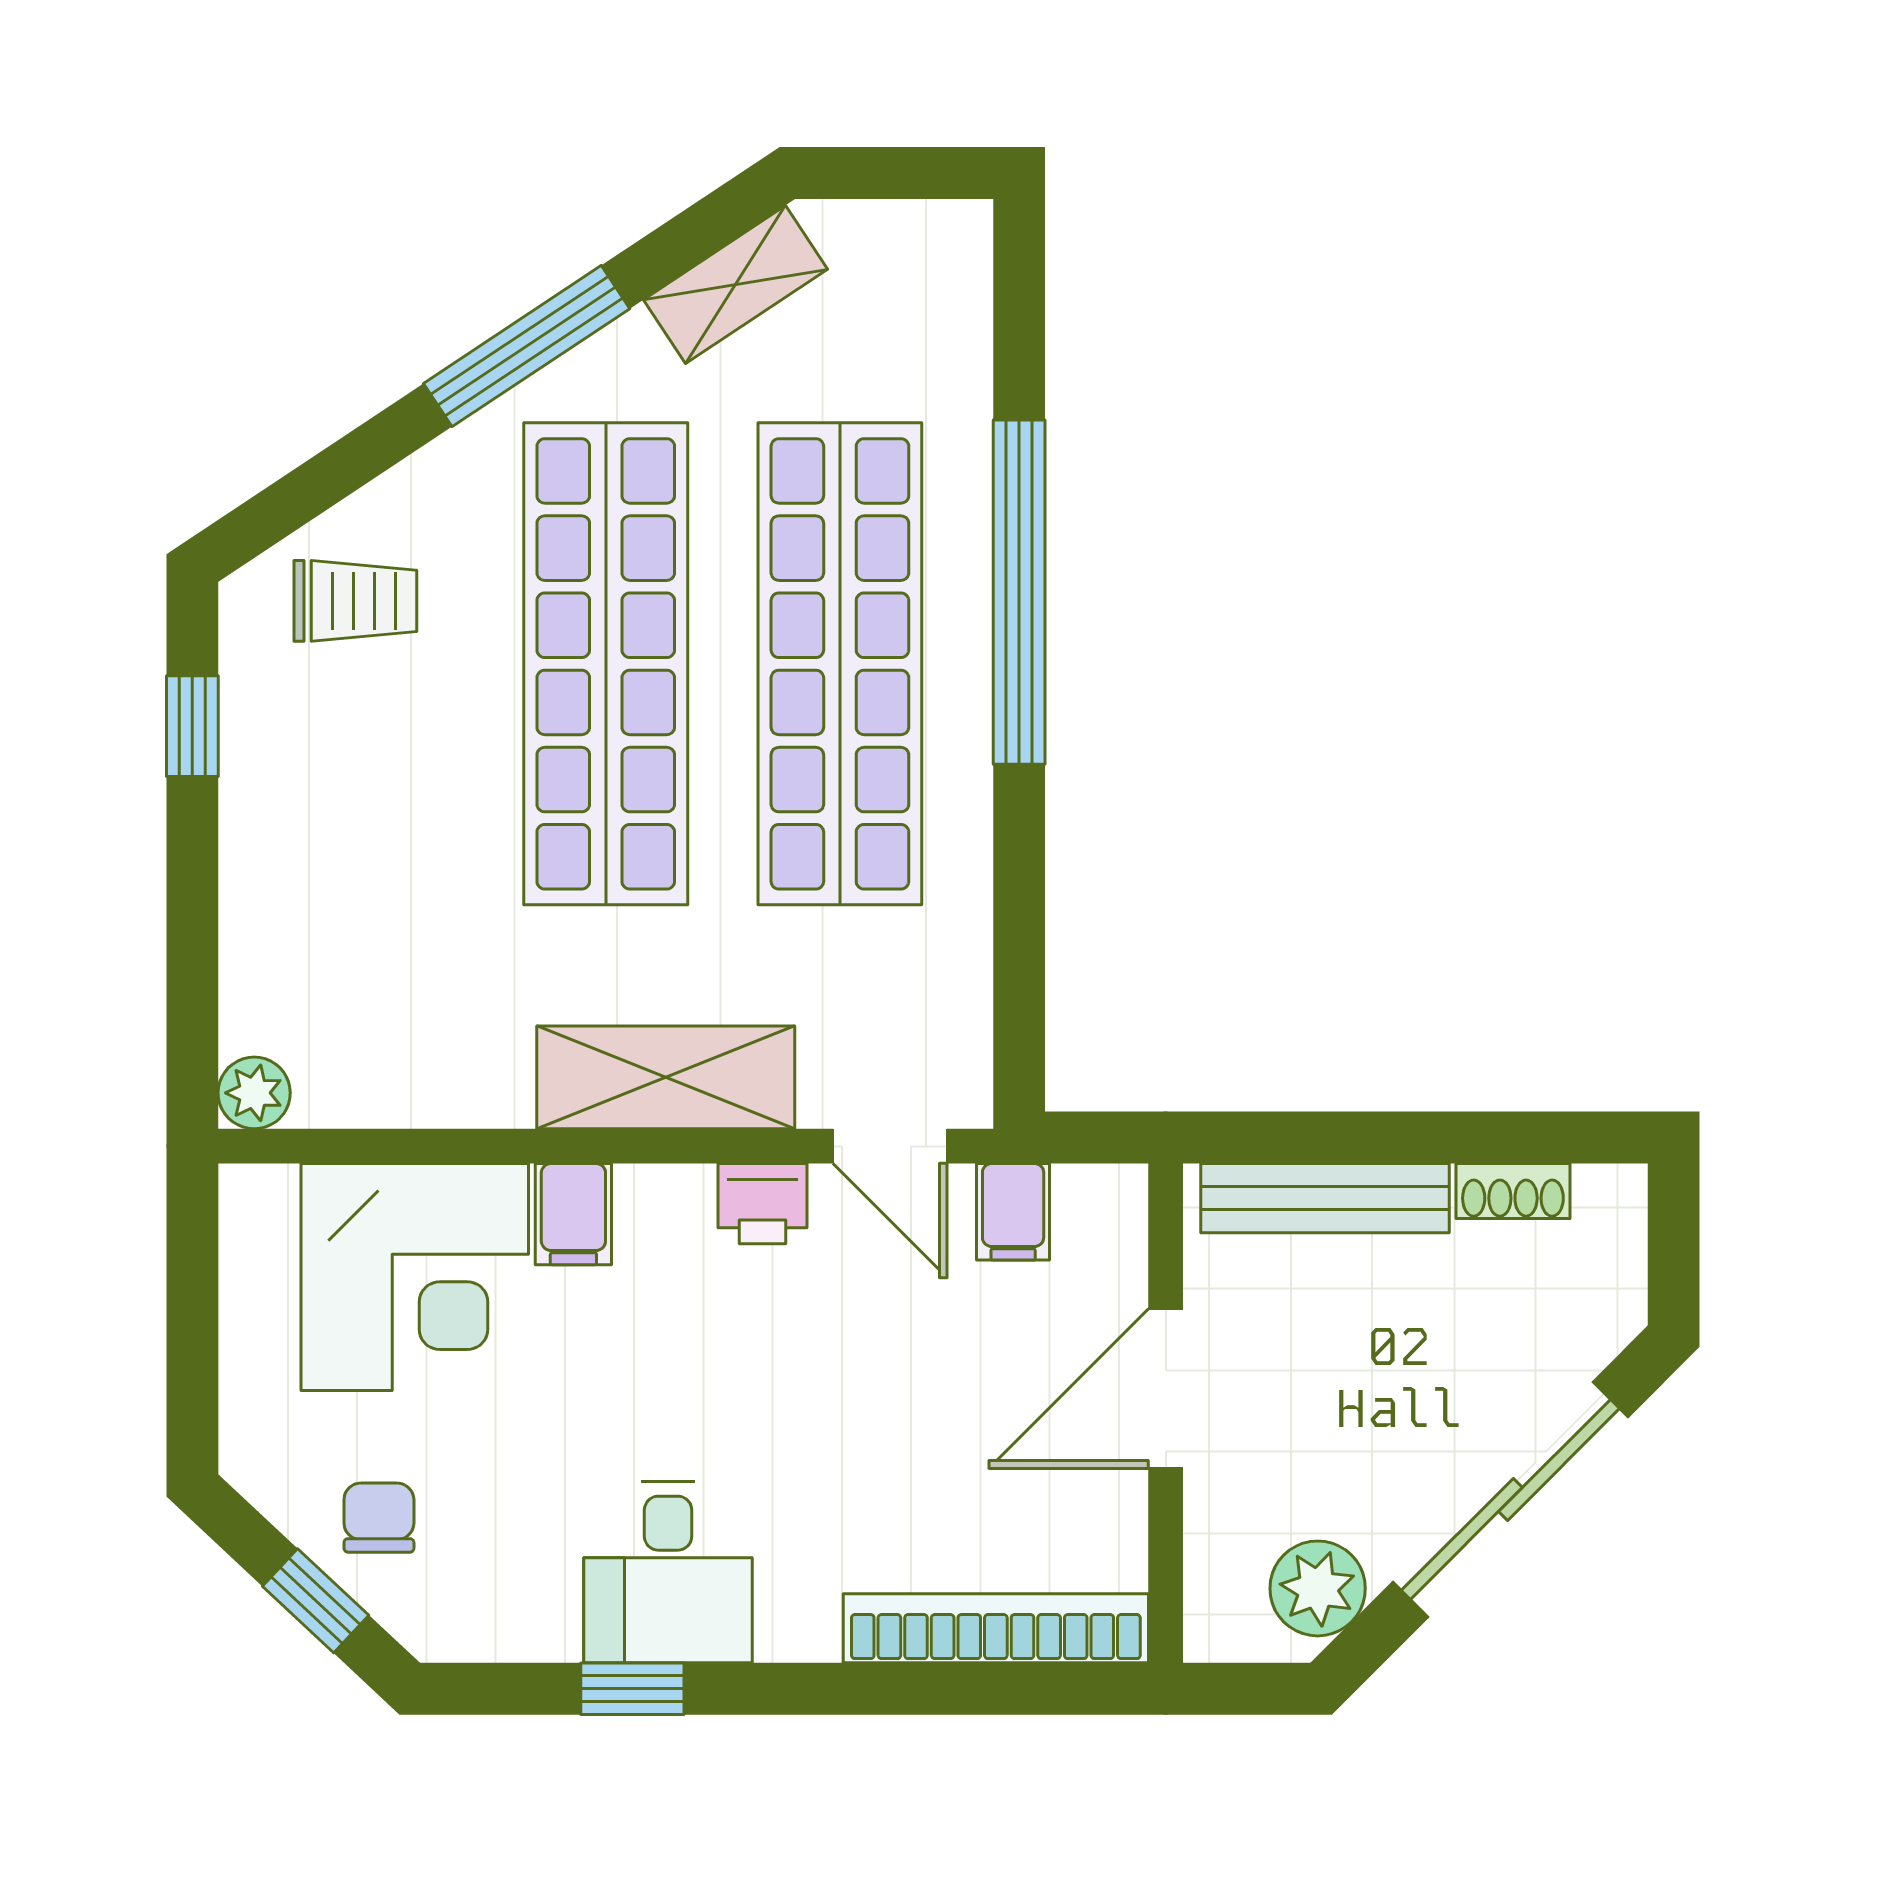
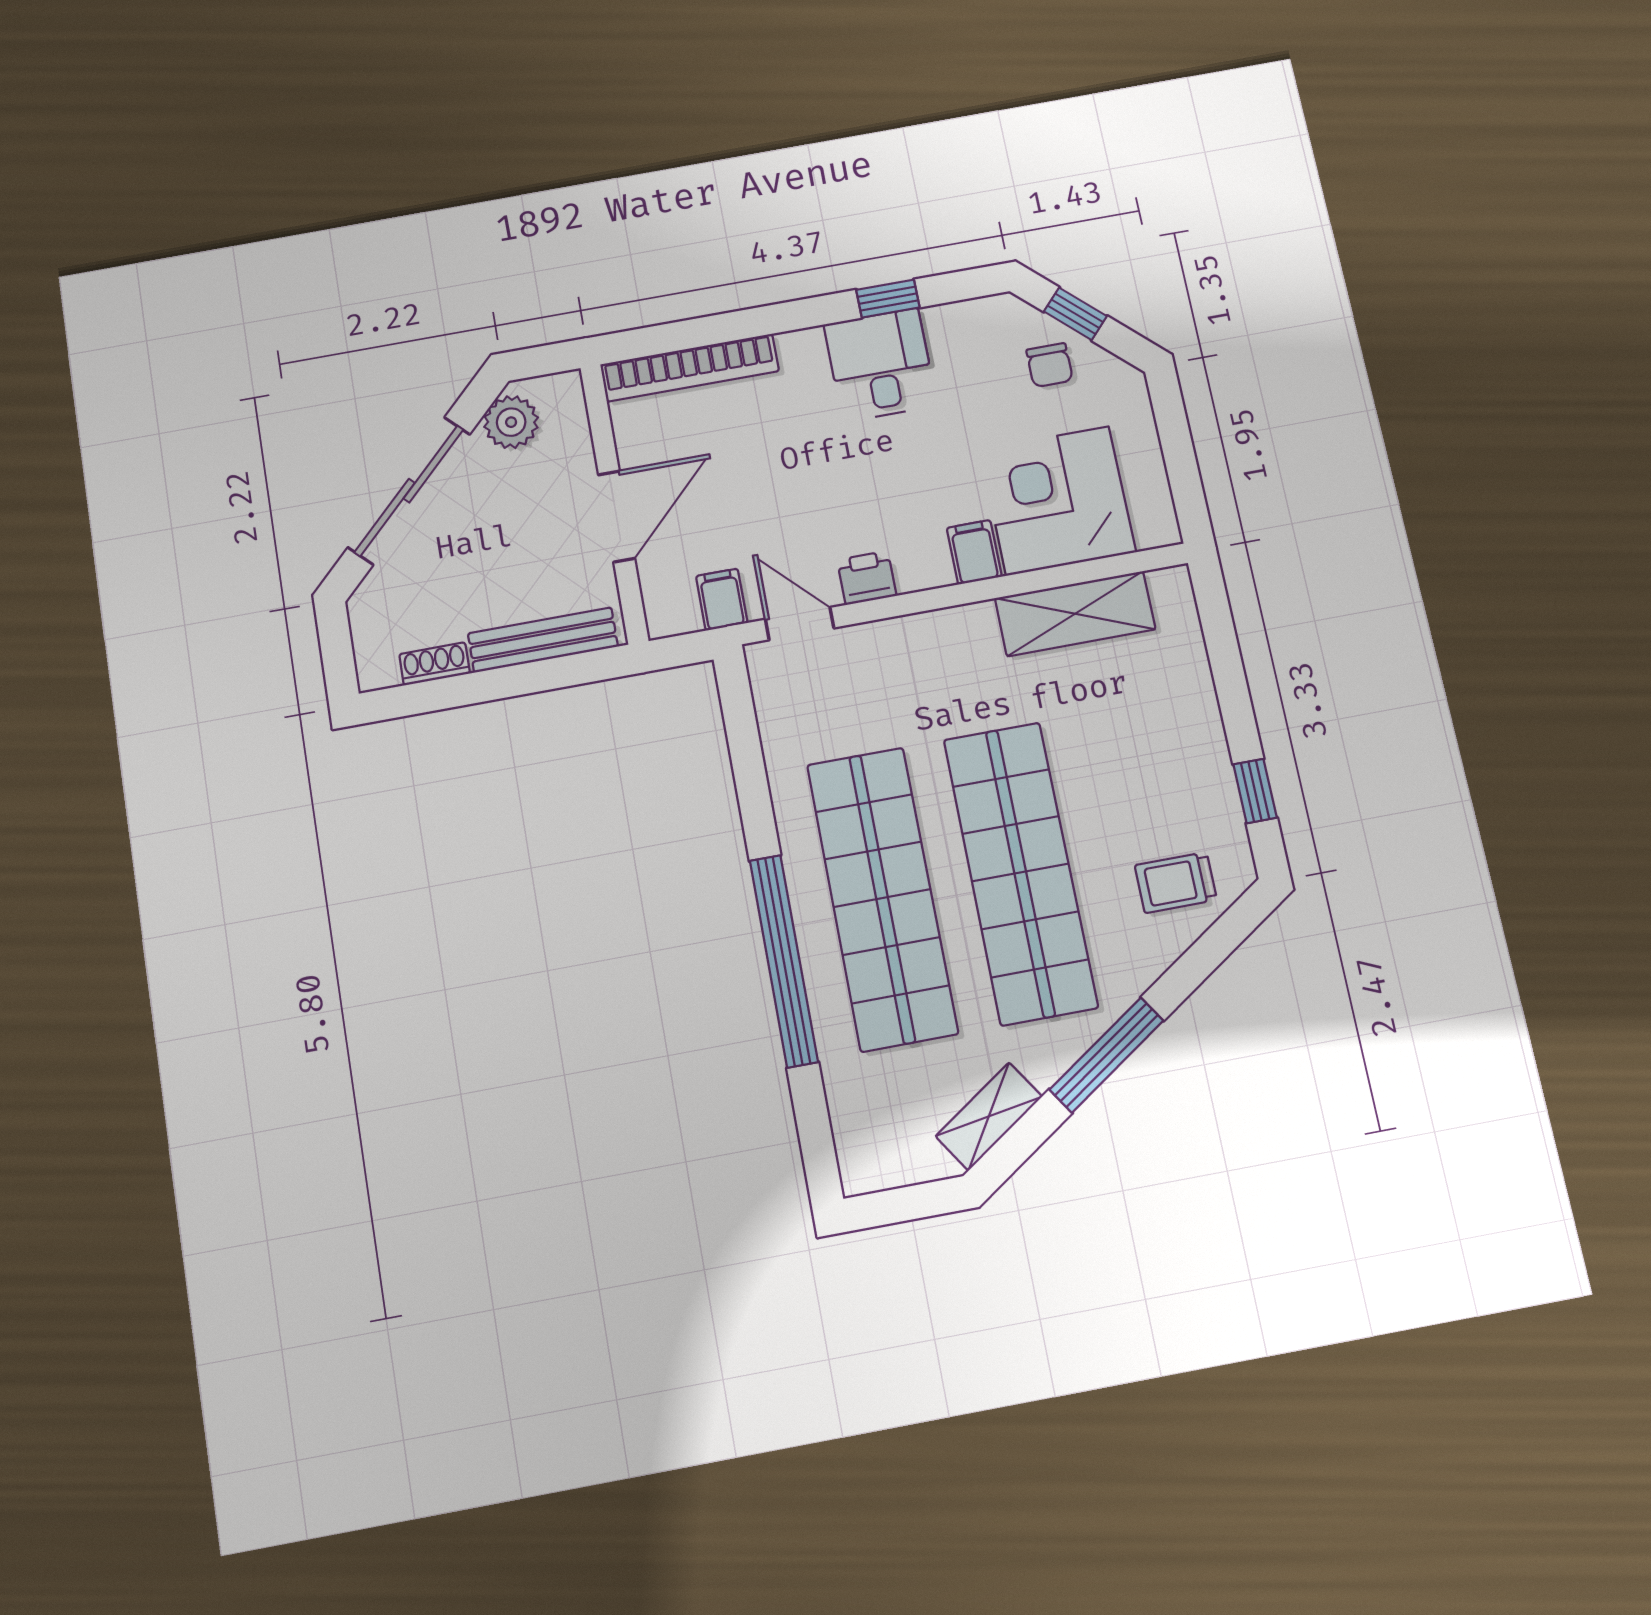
shelving: (666, 1077) -> (1075, 614), moved
plant: (254, 1093) -> (1172, 587), removed

